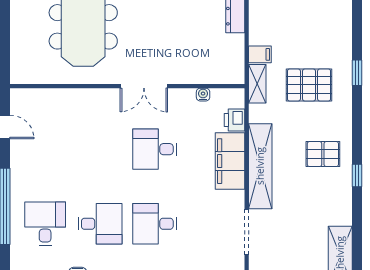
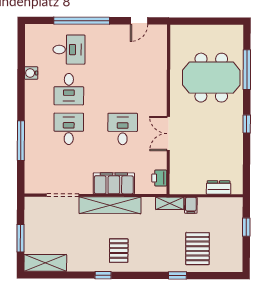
pallet: (309, 85) -> (197, 249), moved
double door: (144, 86) -> (168, 134), moved
water cooler: (203, 95) -> (162, 164), removed
printer: (234, 120) -> (159, 178), moved, turned -90

